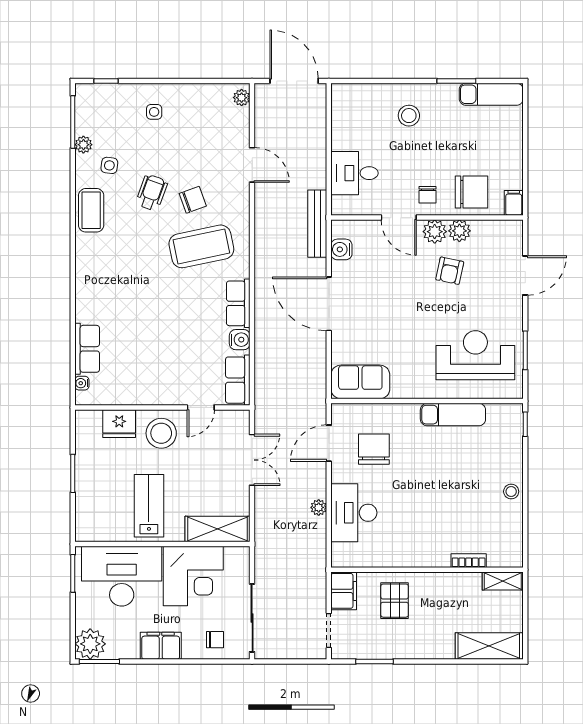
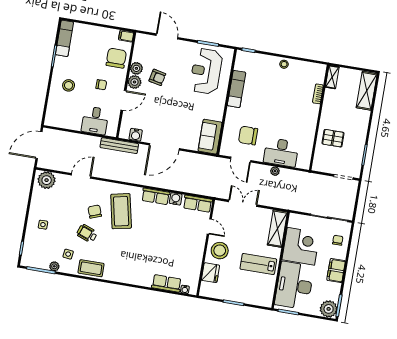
plant: (242, 98) -> (47, 180), width x1.87, depth x1.87
chair: (427, 195) -> (101, 85), moved
filing cabinet: (344, 591) -> (323, 165), removed

